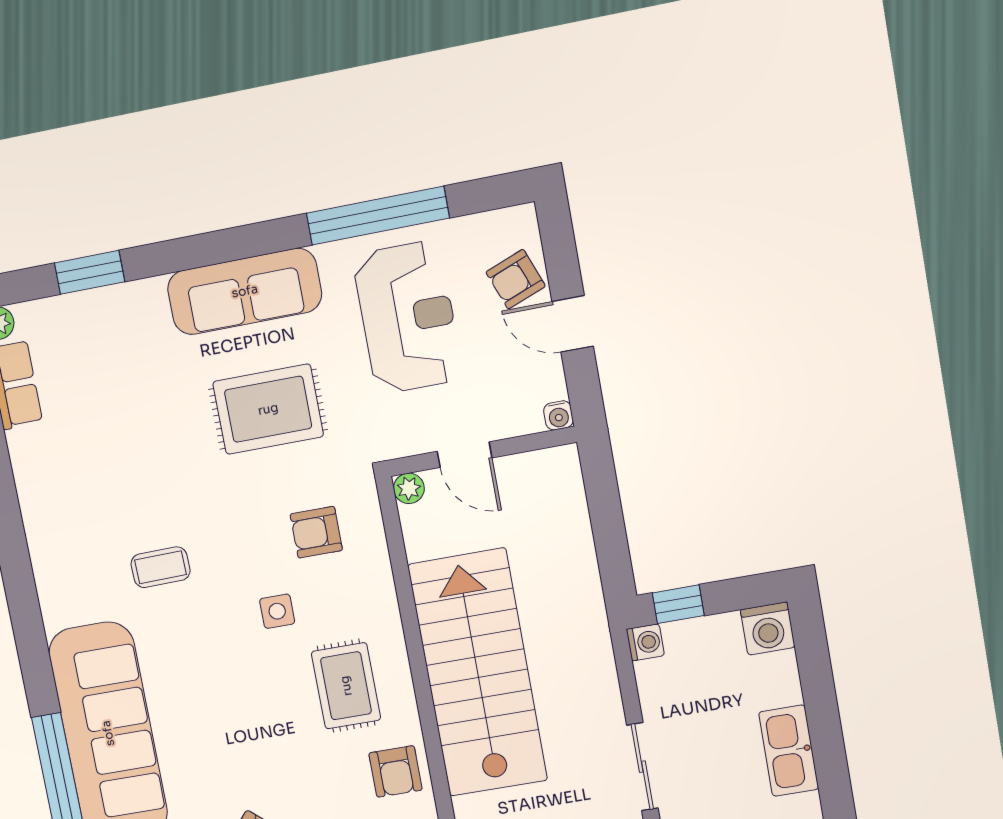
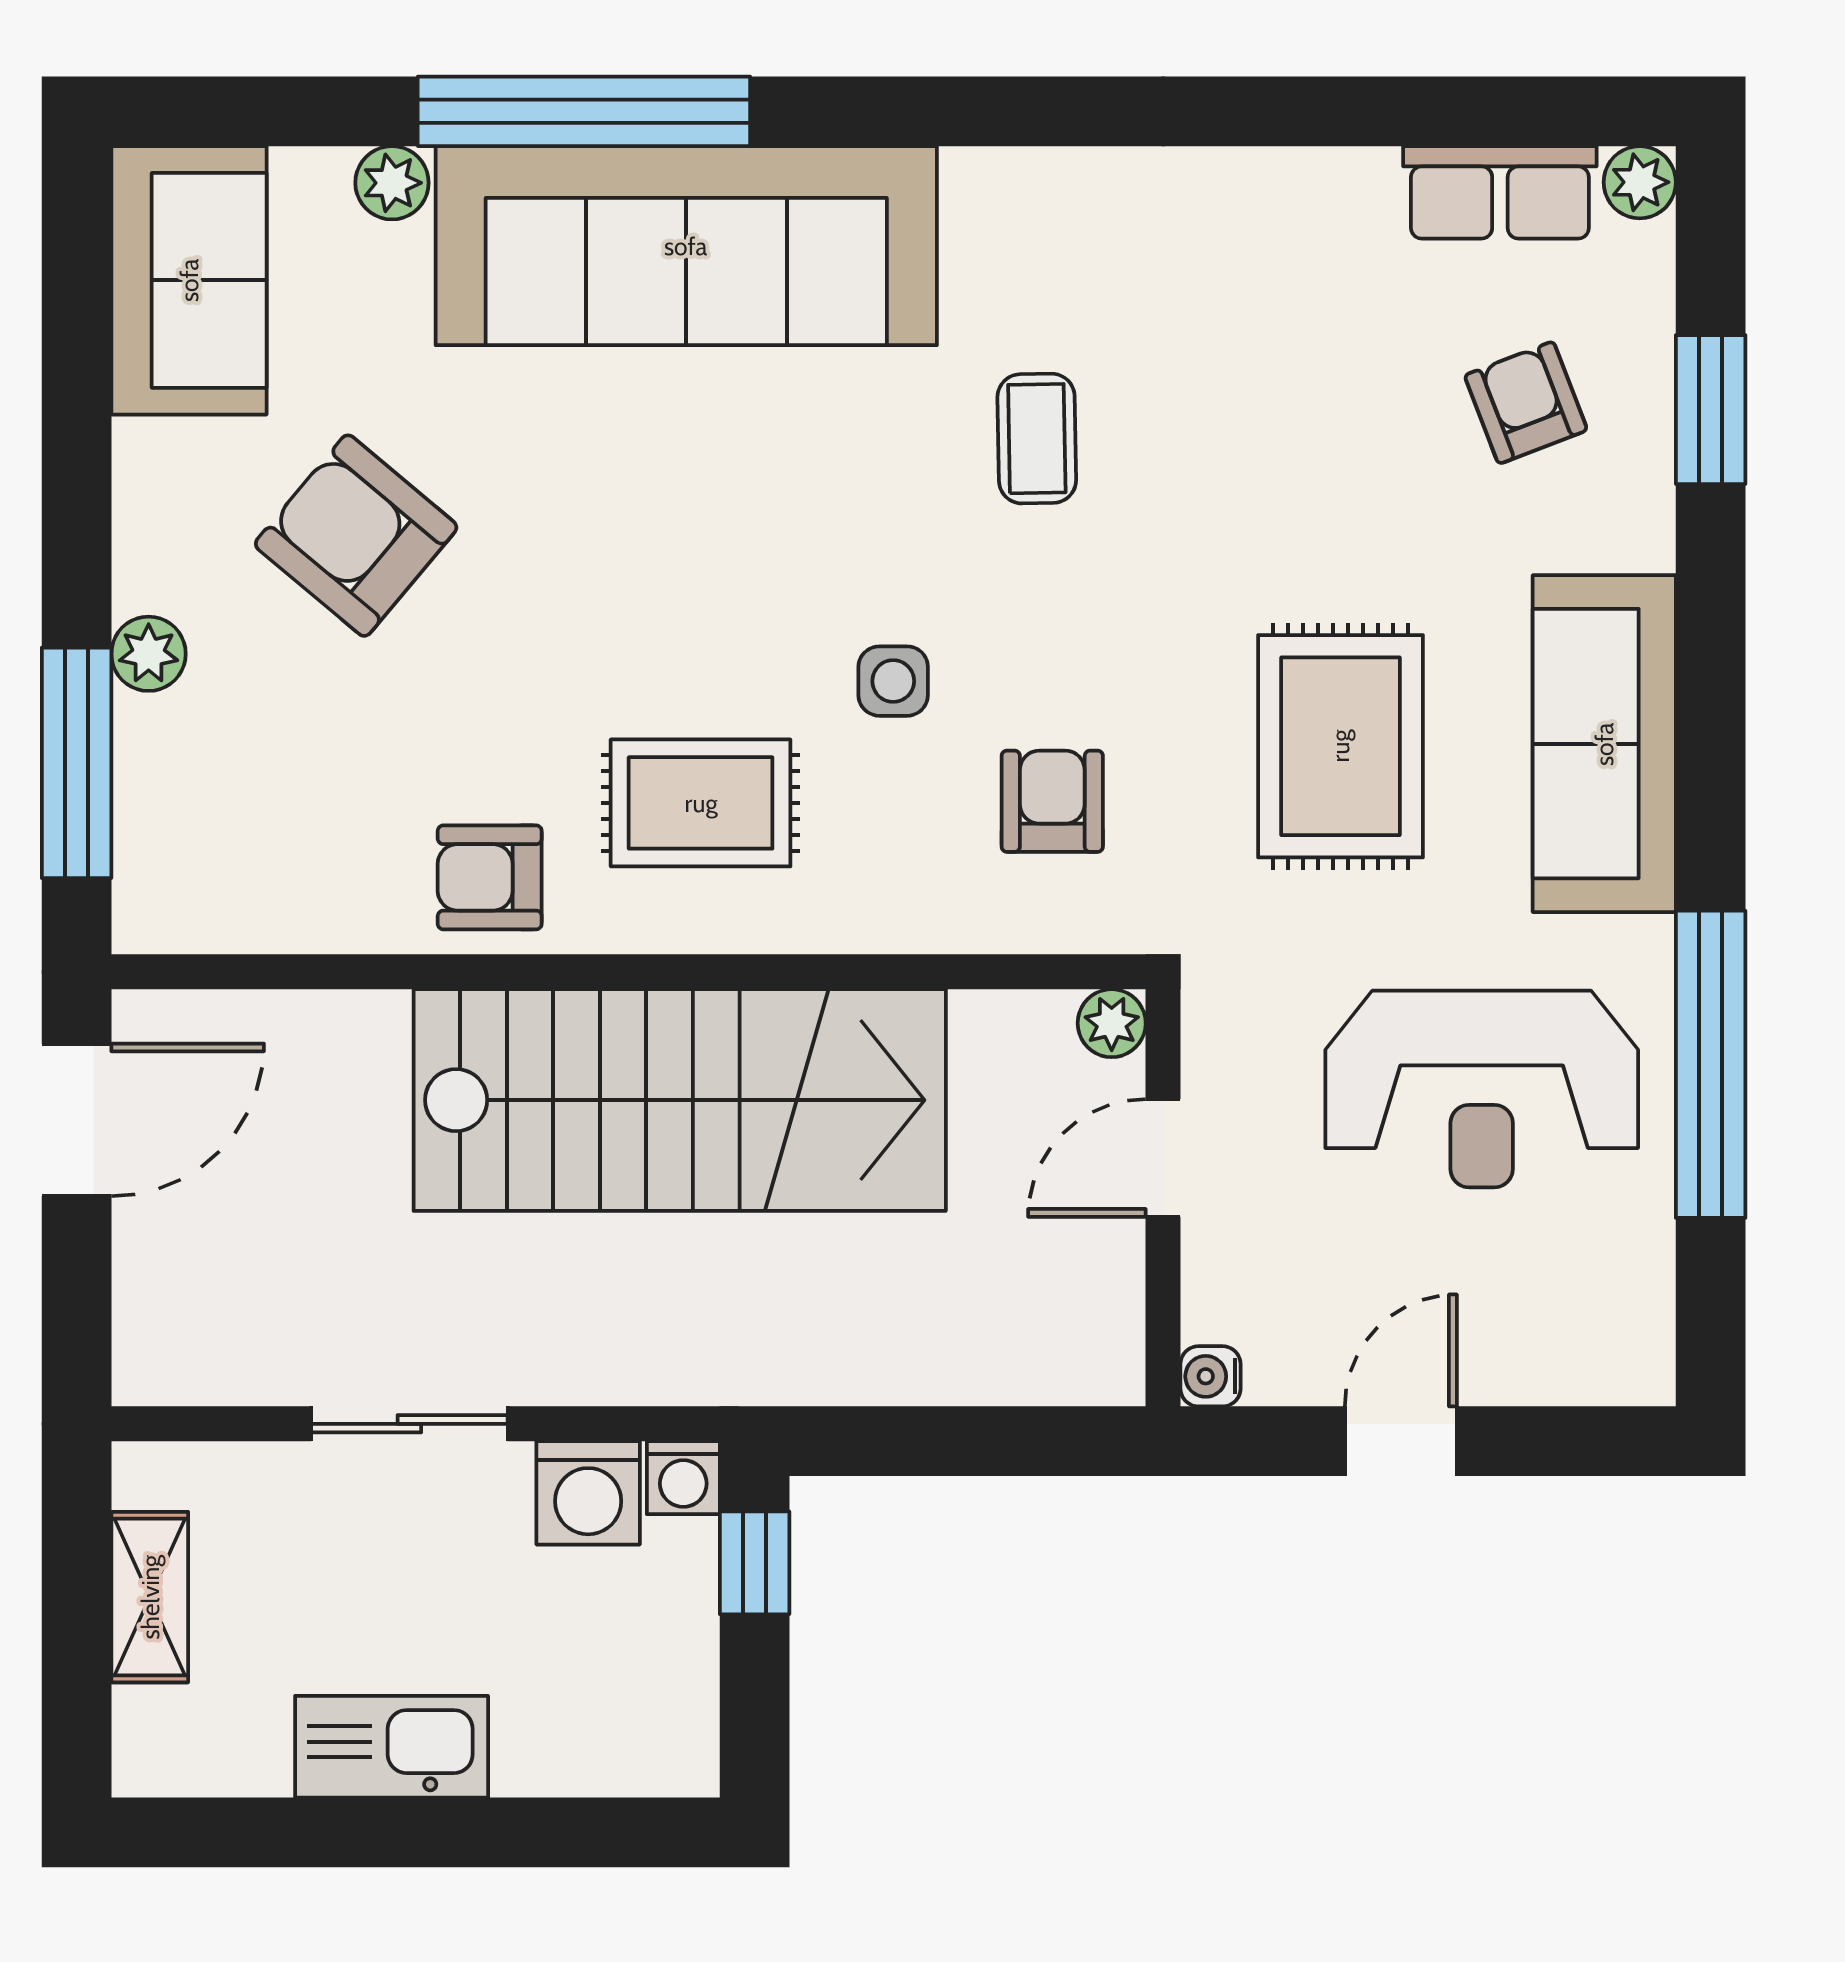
armchair: (516, 279) -> (1526, 403), moved
washing machine: (768, 628) -> (588, 1493), moved, turned -90

